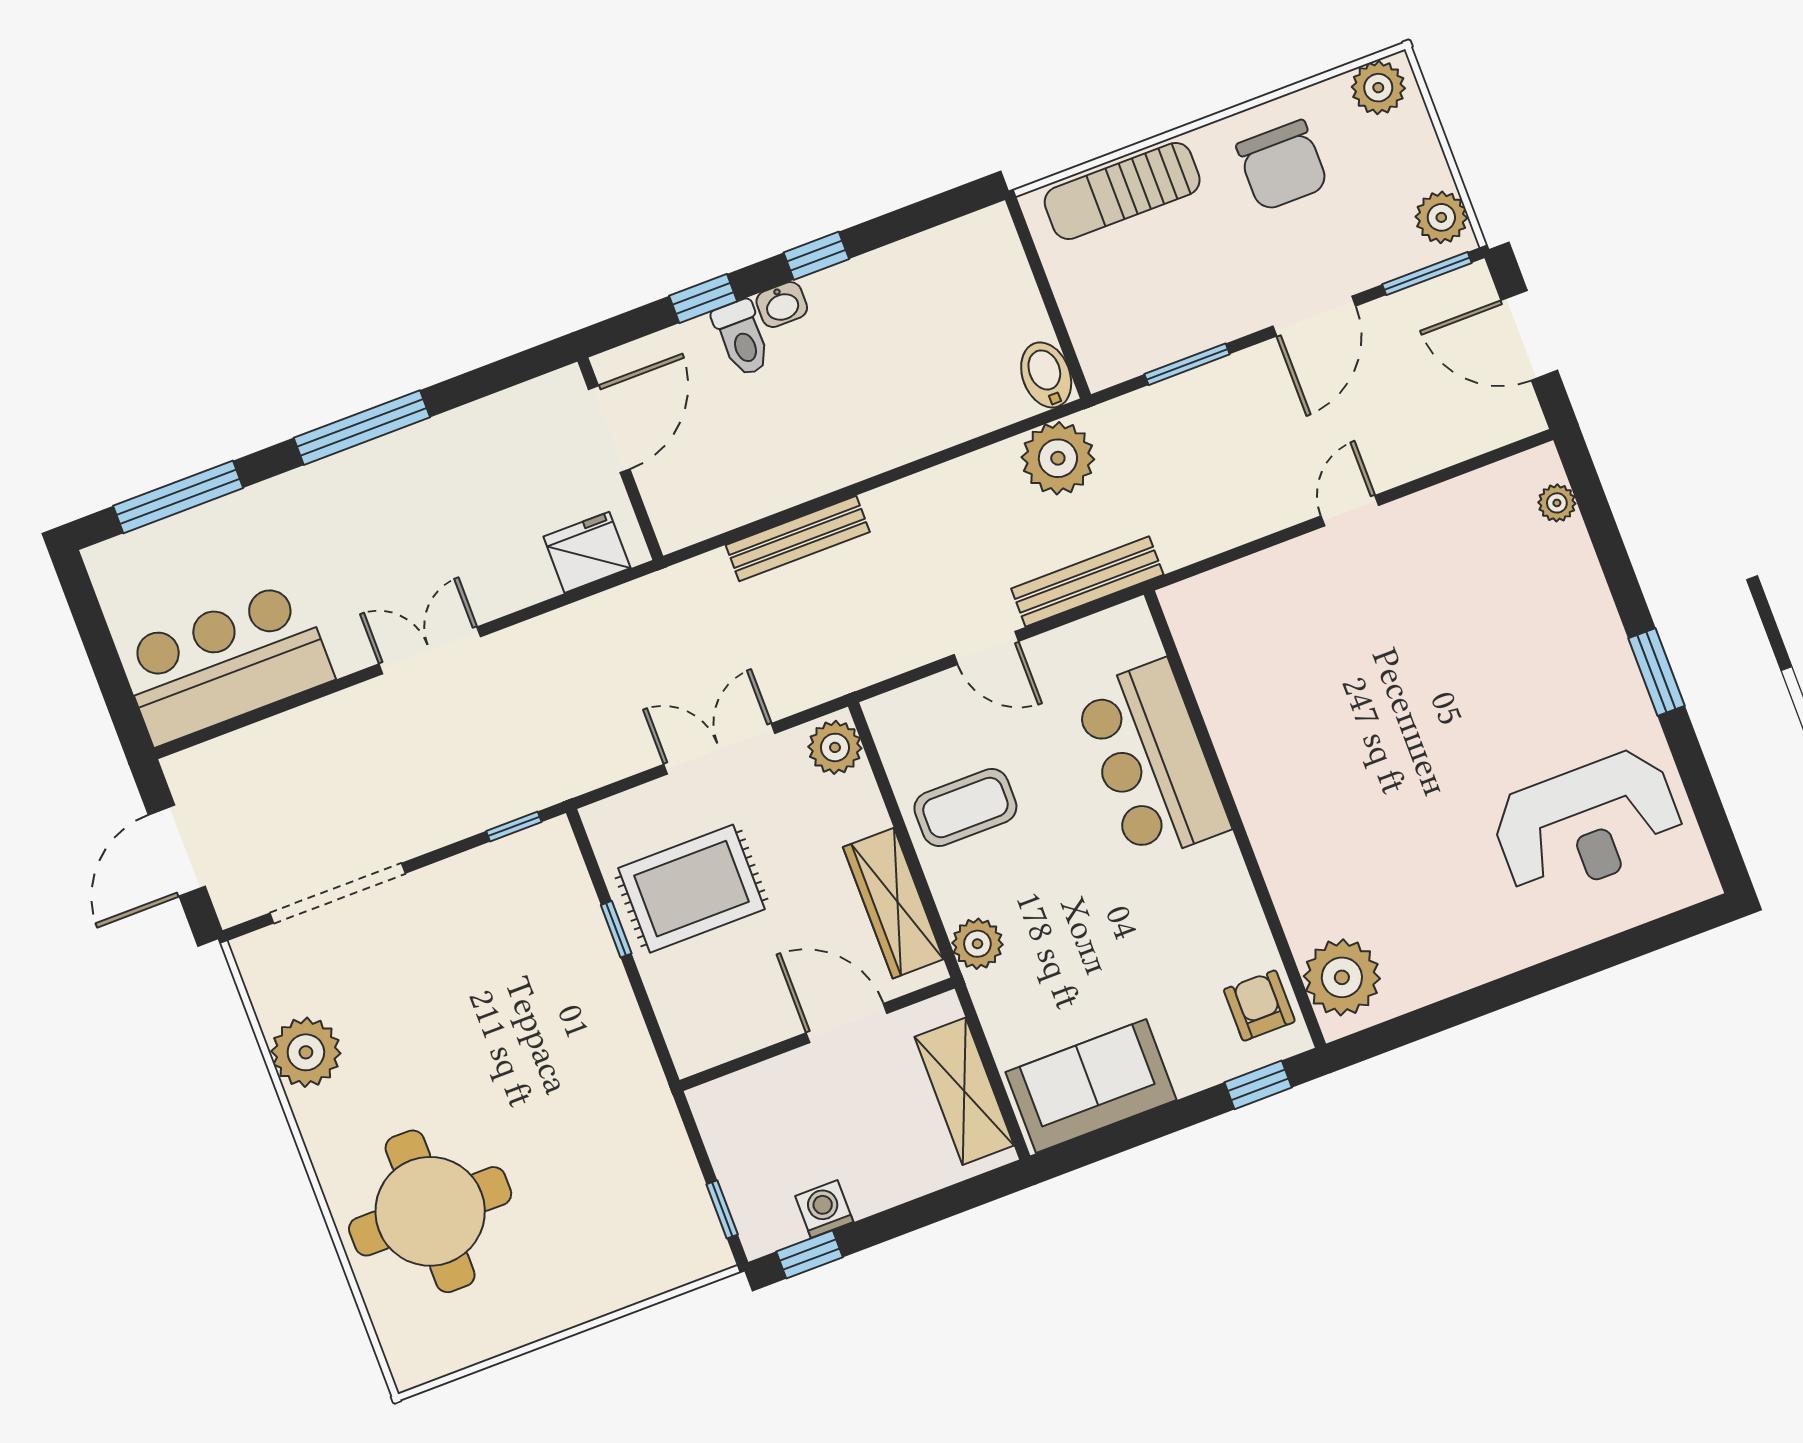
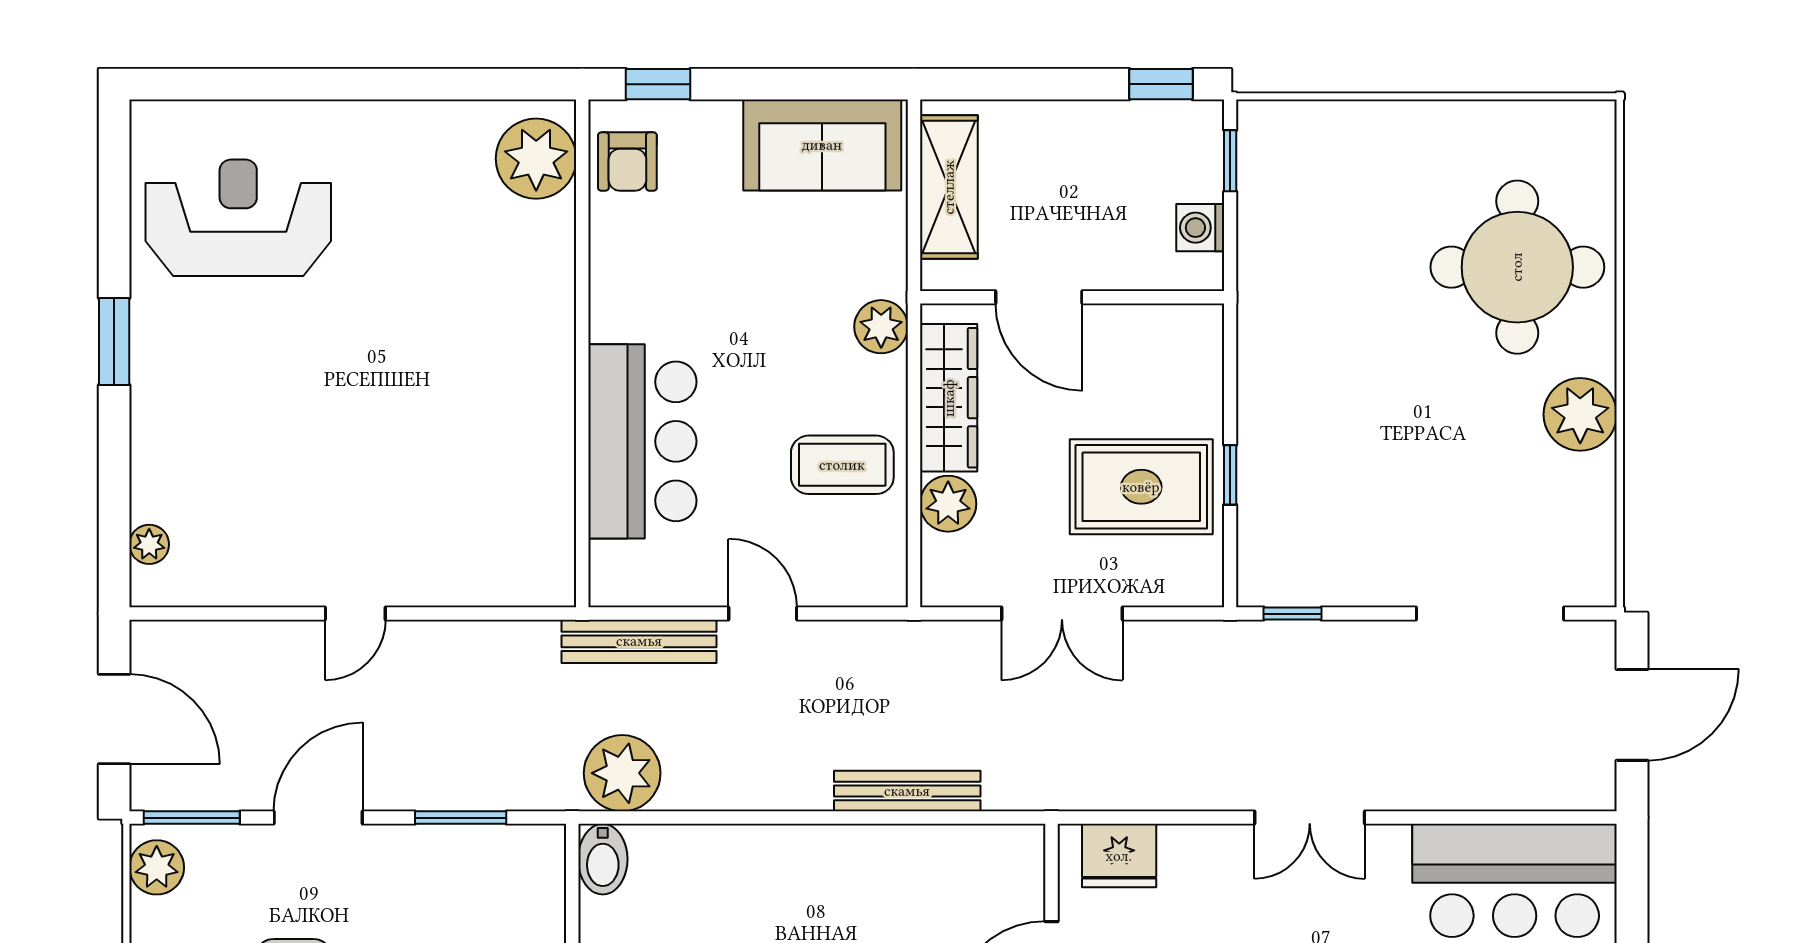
plant: (835, 747) -> (948, 504), moved
plant: (306, 1052) -> (1580, 414), moved
washing machine: (824, 1209) -> (1200, 228), moved, turned 90

